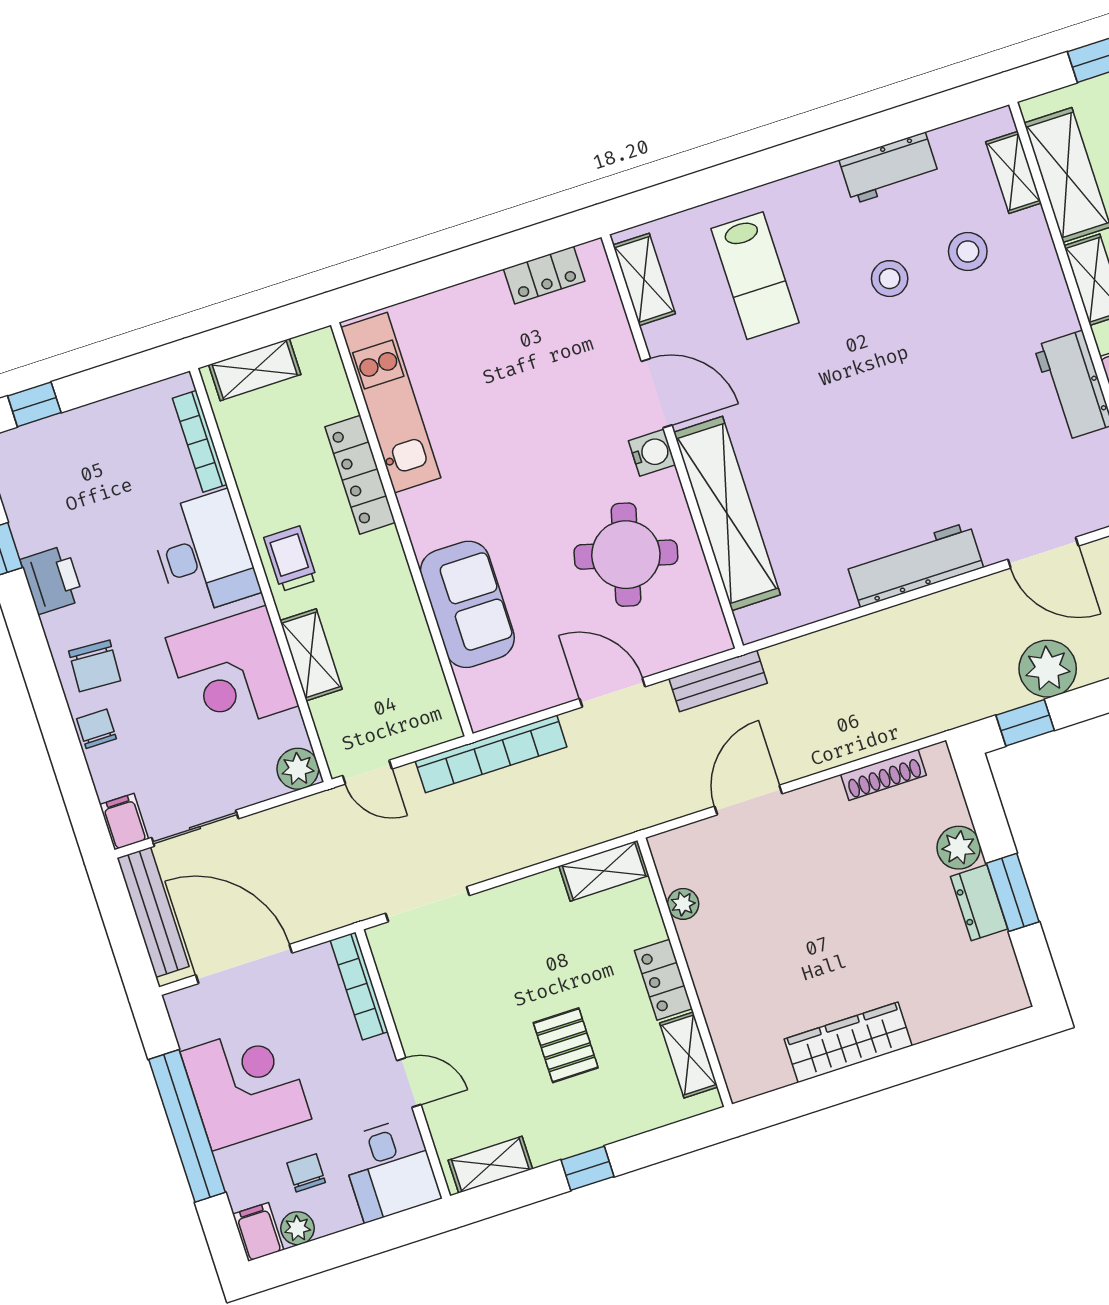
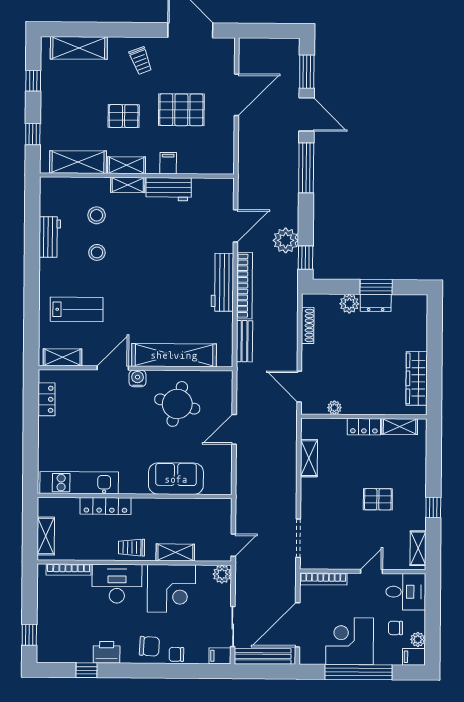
shelving: (1014, 172) -> (128, 185), moved
bench: (718, 681) -> (244, 341), moved
bookcase: (491, 754) -> (245, 286), moved
plant: (683, 904) -> (334, 408), moved
wall: (685, 972) -> (364, 417), moved
locker: (663, 980) -> (364, 427), moved
shelving: (689, 1055) -> (400, 427), moved

